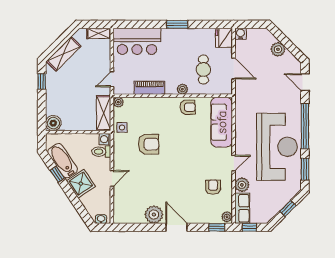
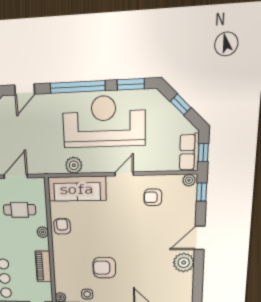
armchair: (149, 144) -> (104, 268), turned -90
door: (234, 163) -> (124, 174), hinge flipped
plant: (242, 185) -> (74, 165), moved
row of seats: (242, 208) -> (189, 152), moved, turned -90

